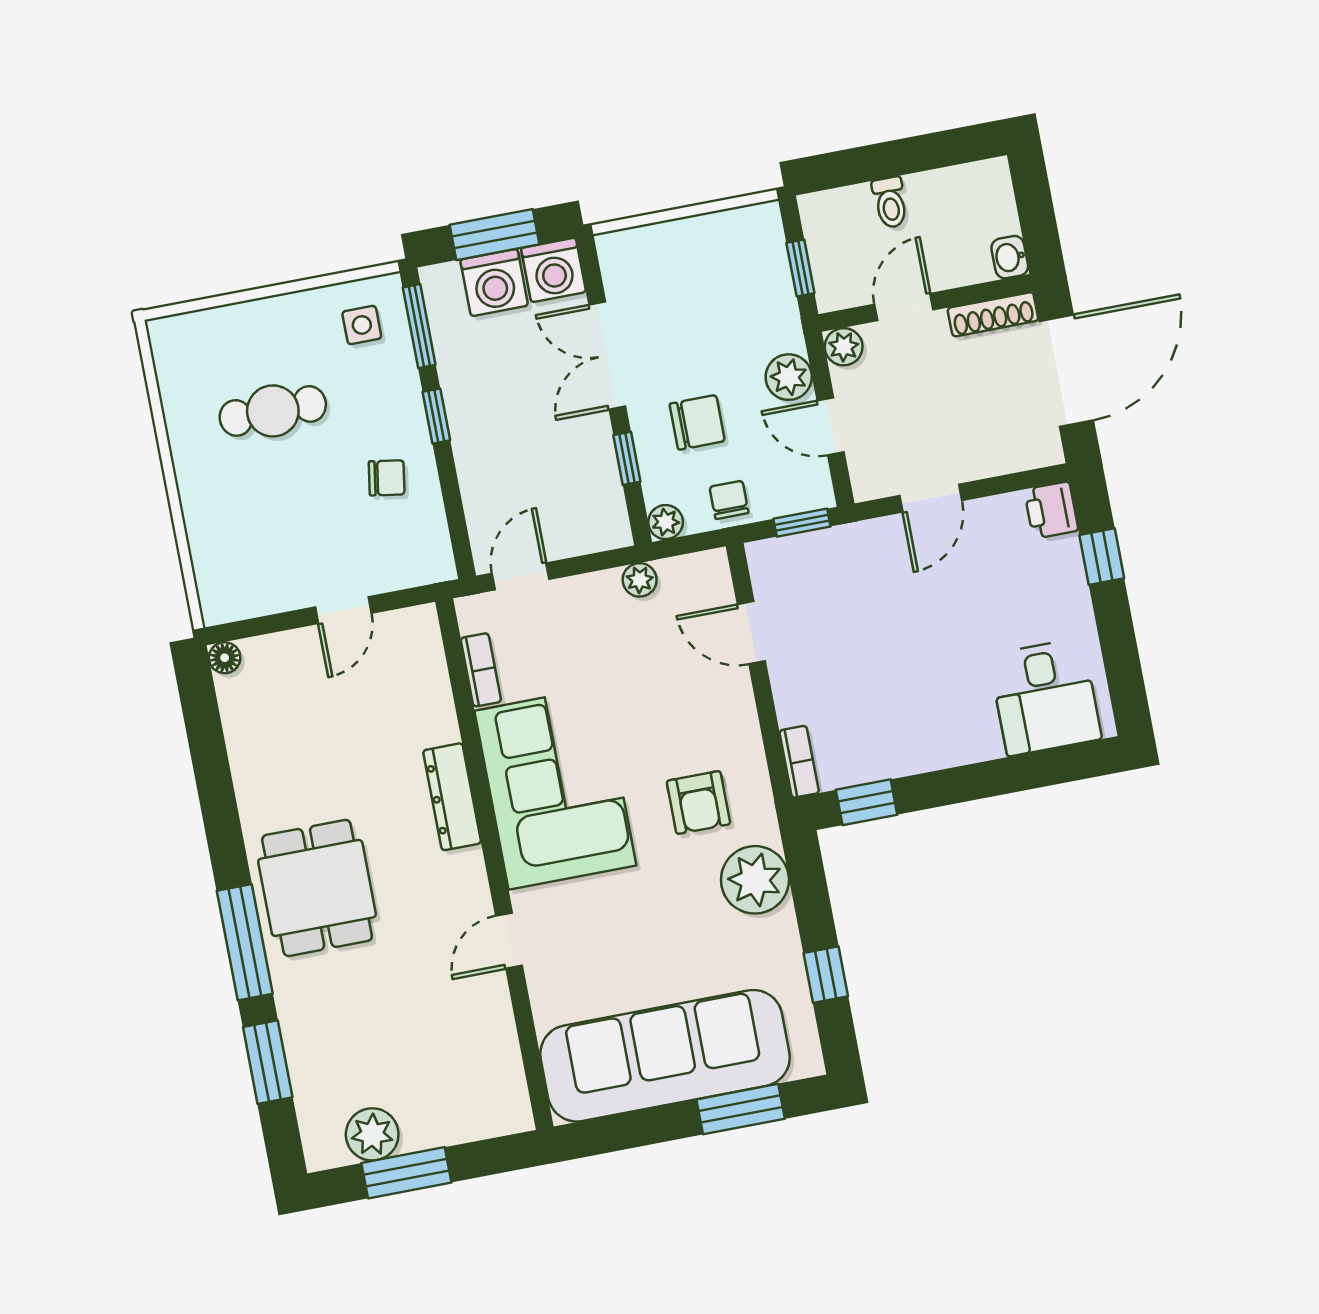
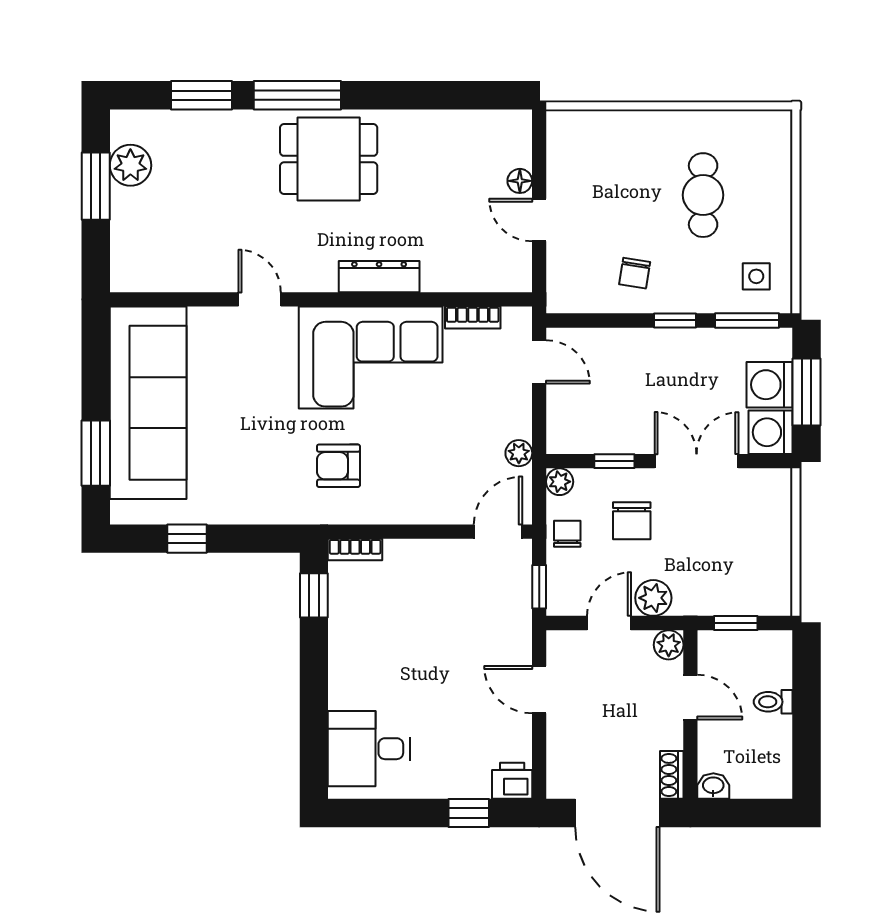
shoe rack: (993, 314) -> (672, 775), width x0.70
chair: (729, 500) -> (567, 534), turned -90
door: (751, 633) -> (498, 532), moved
floor lamp: (225, 658) -> (520, 181), moved
plant: (755, 880) -> (270, 498), removed

